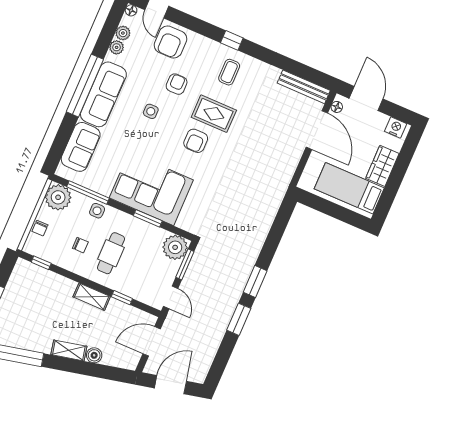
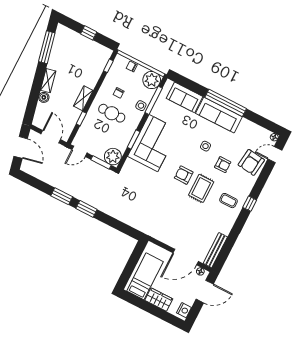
plant: (123, 33) -> (259, 131), removed
armchair: (171, 42) -> (251, 162), turned -83
plant: (117, 47) -> (250, 126), removed

